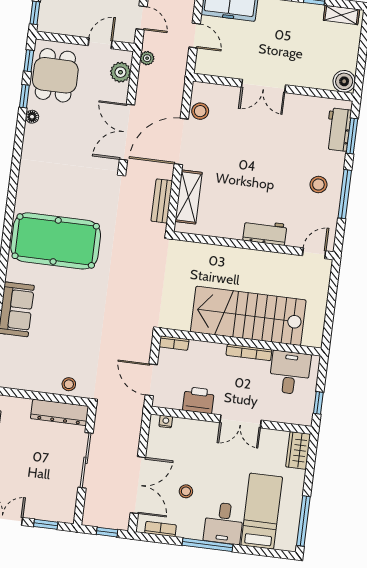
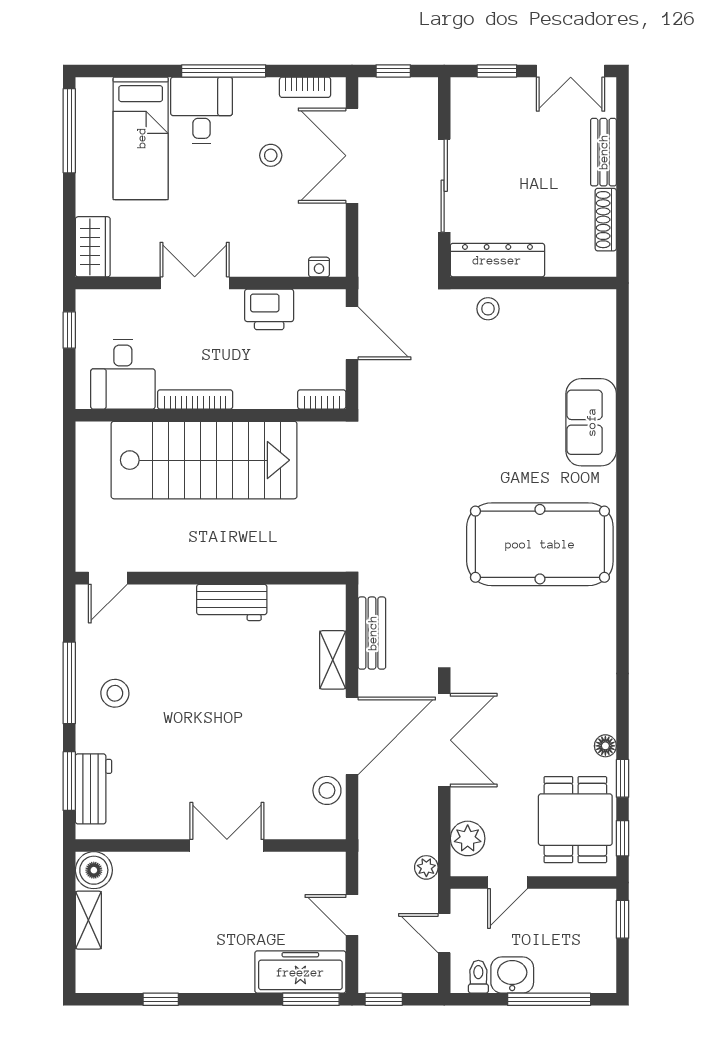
shelving: (341, 15) -> (88, 920), moved, turned 90
shelving: (188, 197) -> (333, 660), width x0.67, depth x0.75
workbench: (265, 232) -> (232, 602), moved

